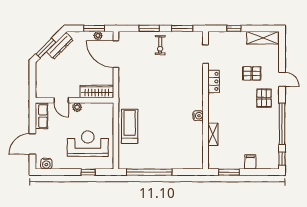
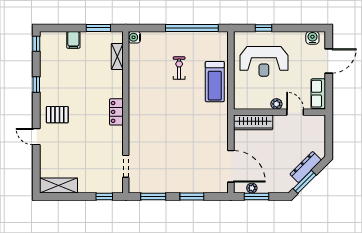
window: (234, 28) -> (104, 196), moved
exercise bike: (160, 45) -> (179, 68), moved
dresser: (60, 46) -> (306, 167), moved
window: (46, 48) -> (305, 182), moved
pallet: (252, 73) -> (72, 144), removed
locker: (214, 81) -> (116, 112), moved
pallet: (264, 98) -> (57, 115), turned 90
water cooler: (198, 116) -> (134, 37), moved
window: (282, 124) -> (36, 84), width x0.32
shelving: (213, 134) -> (117, 56), moved

